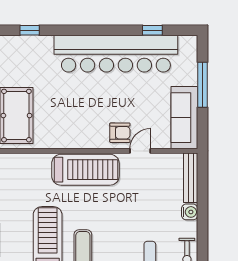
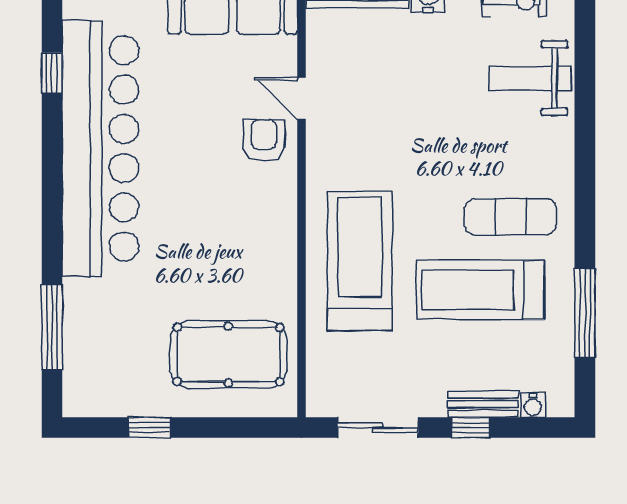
window: (30, 30) -> (52, 327), width x2.17
treadmill: (85, 170) -> (360, 261), moved

